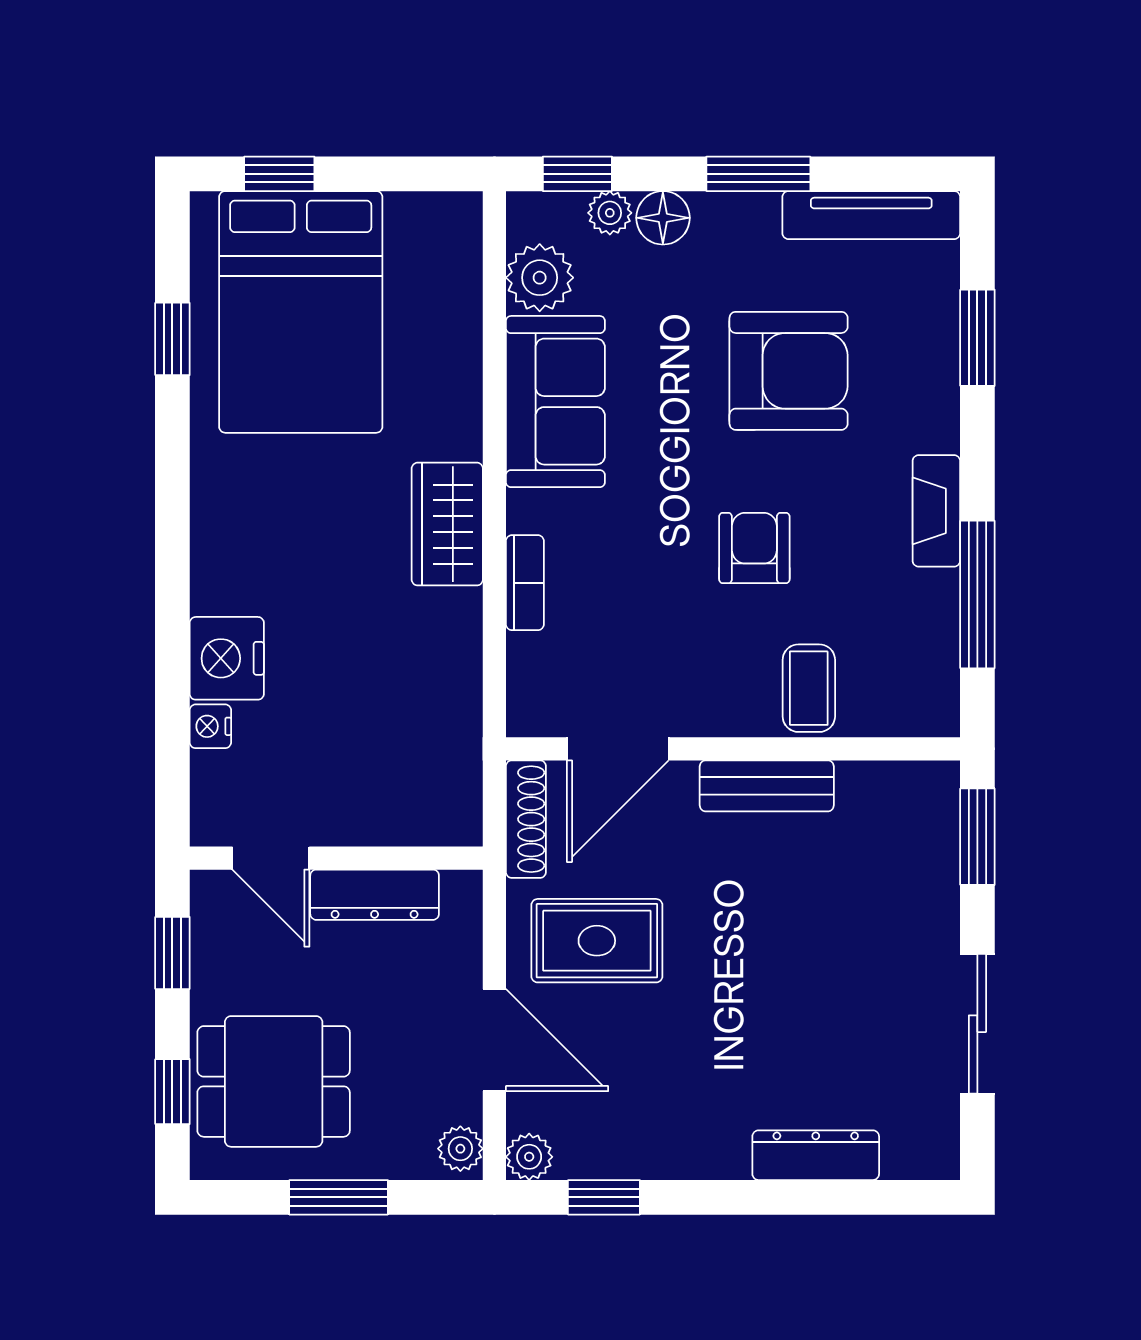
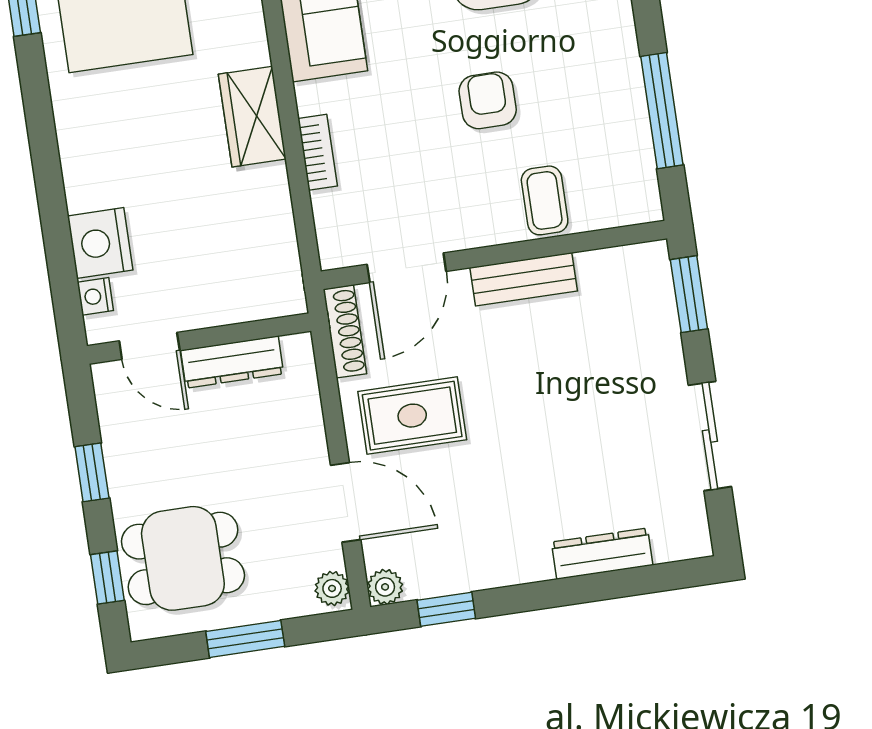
fireplace: (936, 511) -> (621, 52), removed
door: (271, 858) -> (149, 346), moved
wall: (336, 858) -> (199, 338), moved
dresser: (375, 895) -> (232, 362), moved

